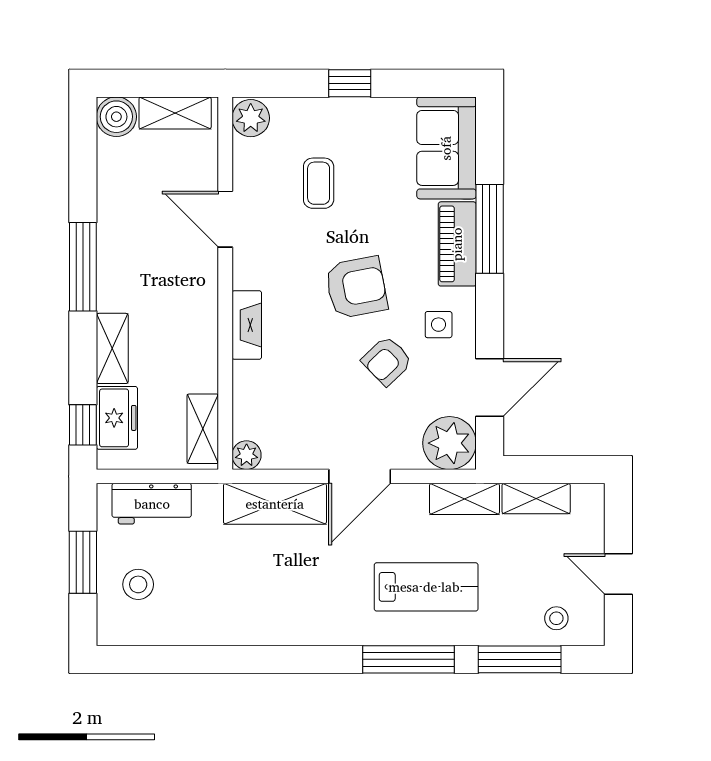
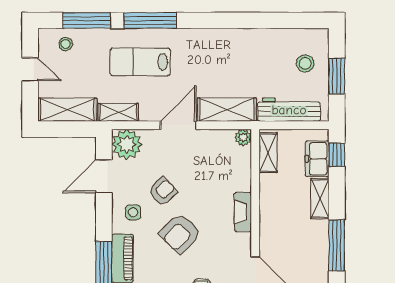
armchair: (356, 287) -> (180, 233), turned -35
shelving: (536, 498) -> (67, 110), width x1.50, depth x1.33
workbench: (152, 504) -> (289, 110), width x1.37

